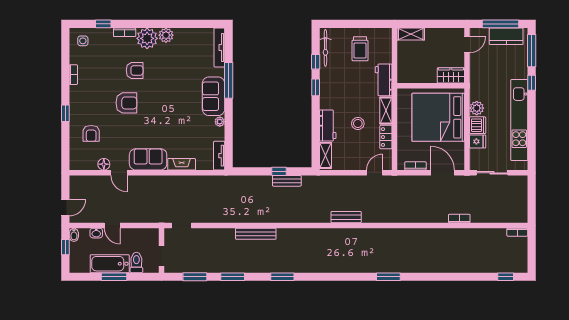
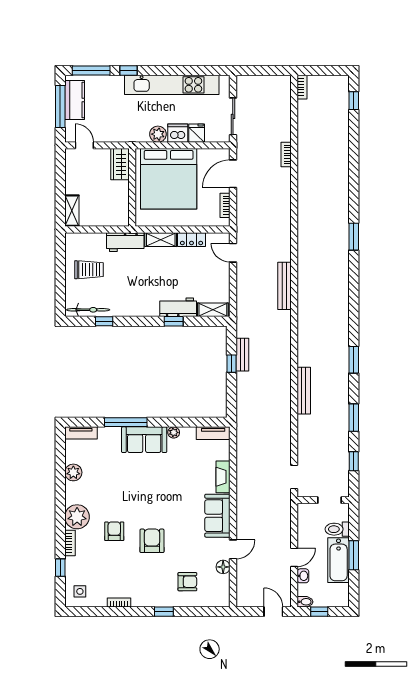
plant: (166, 35) -> (73, 472), moved
tv unit: (219, 47) -> (81, 433), width x0.71
window: (316, 87) -> (174, 321), moved
stool: (358, 123) -> (176, 272), removed
bench: (346, 217) -> (284, 286), width x1.36
window: (195, 277) -> (354, 461), width x0.67

